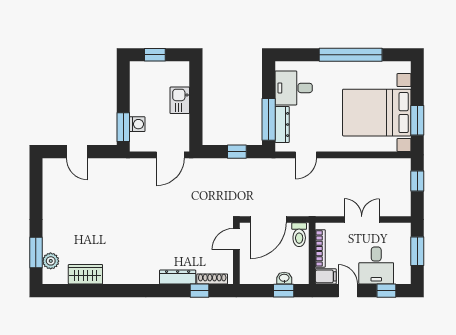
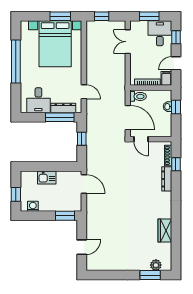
washing machine: (137, 124) -> (33, 206), moved
double door: (362, 219) -> (128, 42), moved
desk: (376, 266) -> (160, 33), moved, turned -90
wardrobe: (85, 274) -> (165, 230), moved

